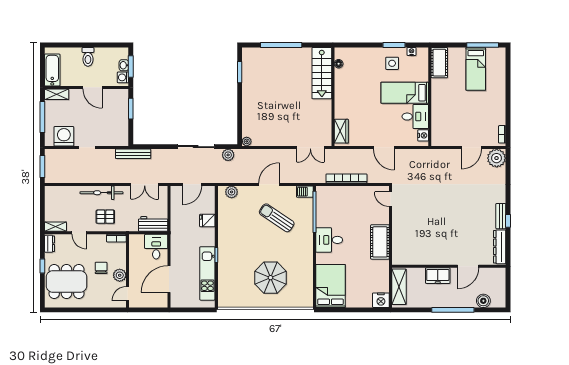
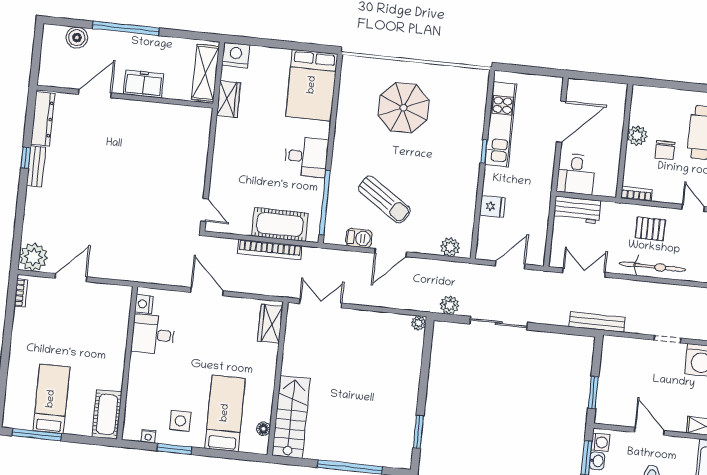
bed: (405, 93) -> (225, 413), moved, turned -90
barbecue: (305, 192) -> (359, 238), moved
cot: (380, 242) -> (280, 225), moved, turned 90
wardrobe: (383, 272) -> (228, 99), added
door: (128, 294) -> (628, 106), removed

